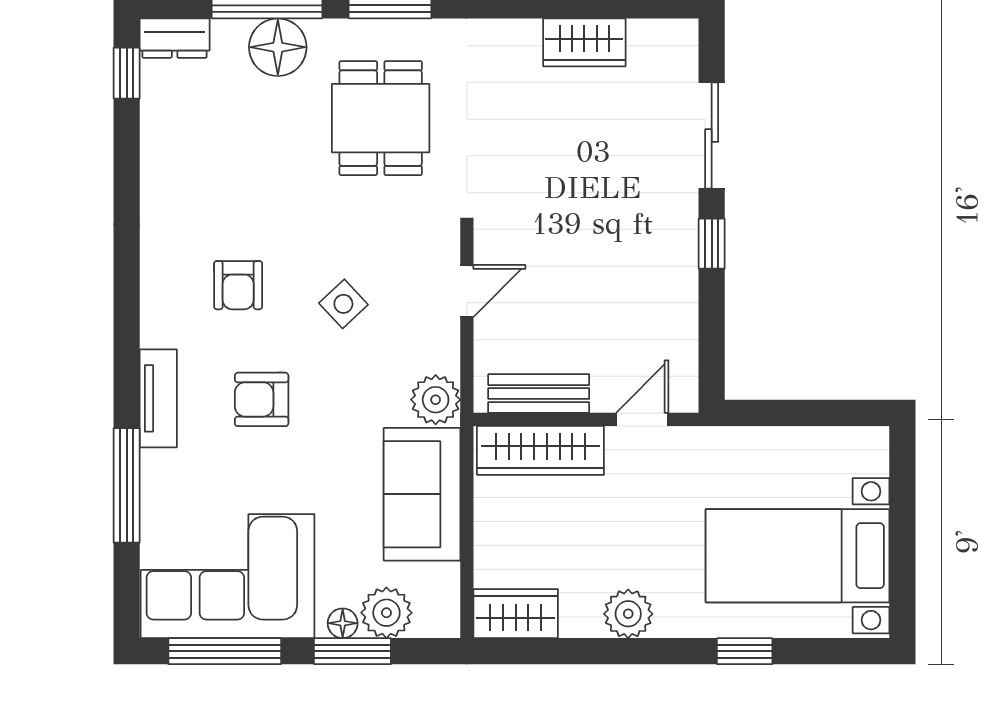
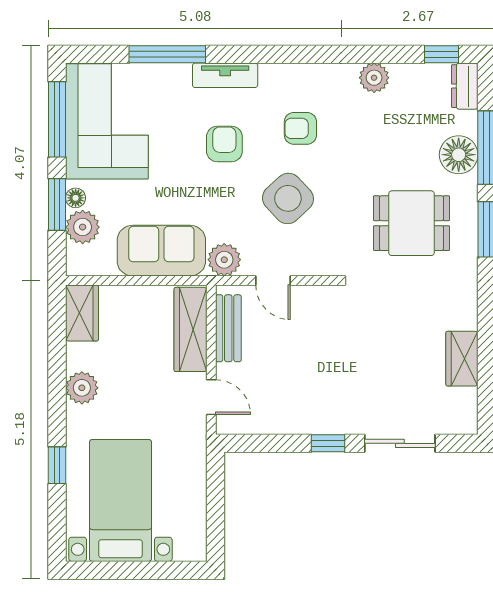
plant: (162, 174) -> (374, 78), added
door: (467, 291) -> (273, 280), moved
side table: (343, 304) -> (288, 198), width x1.87, depth x1.87

